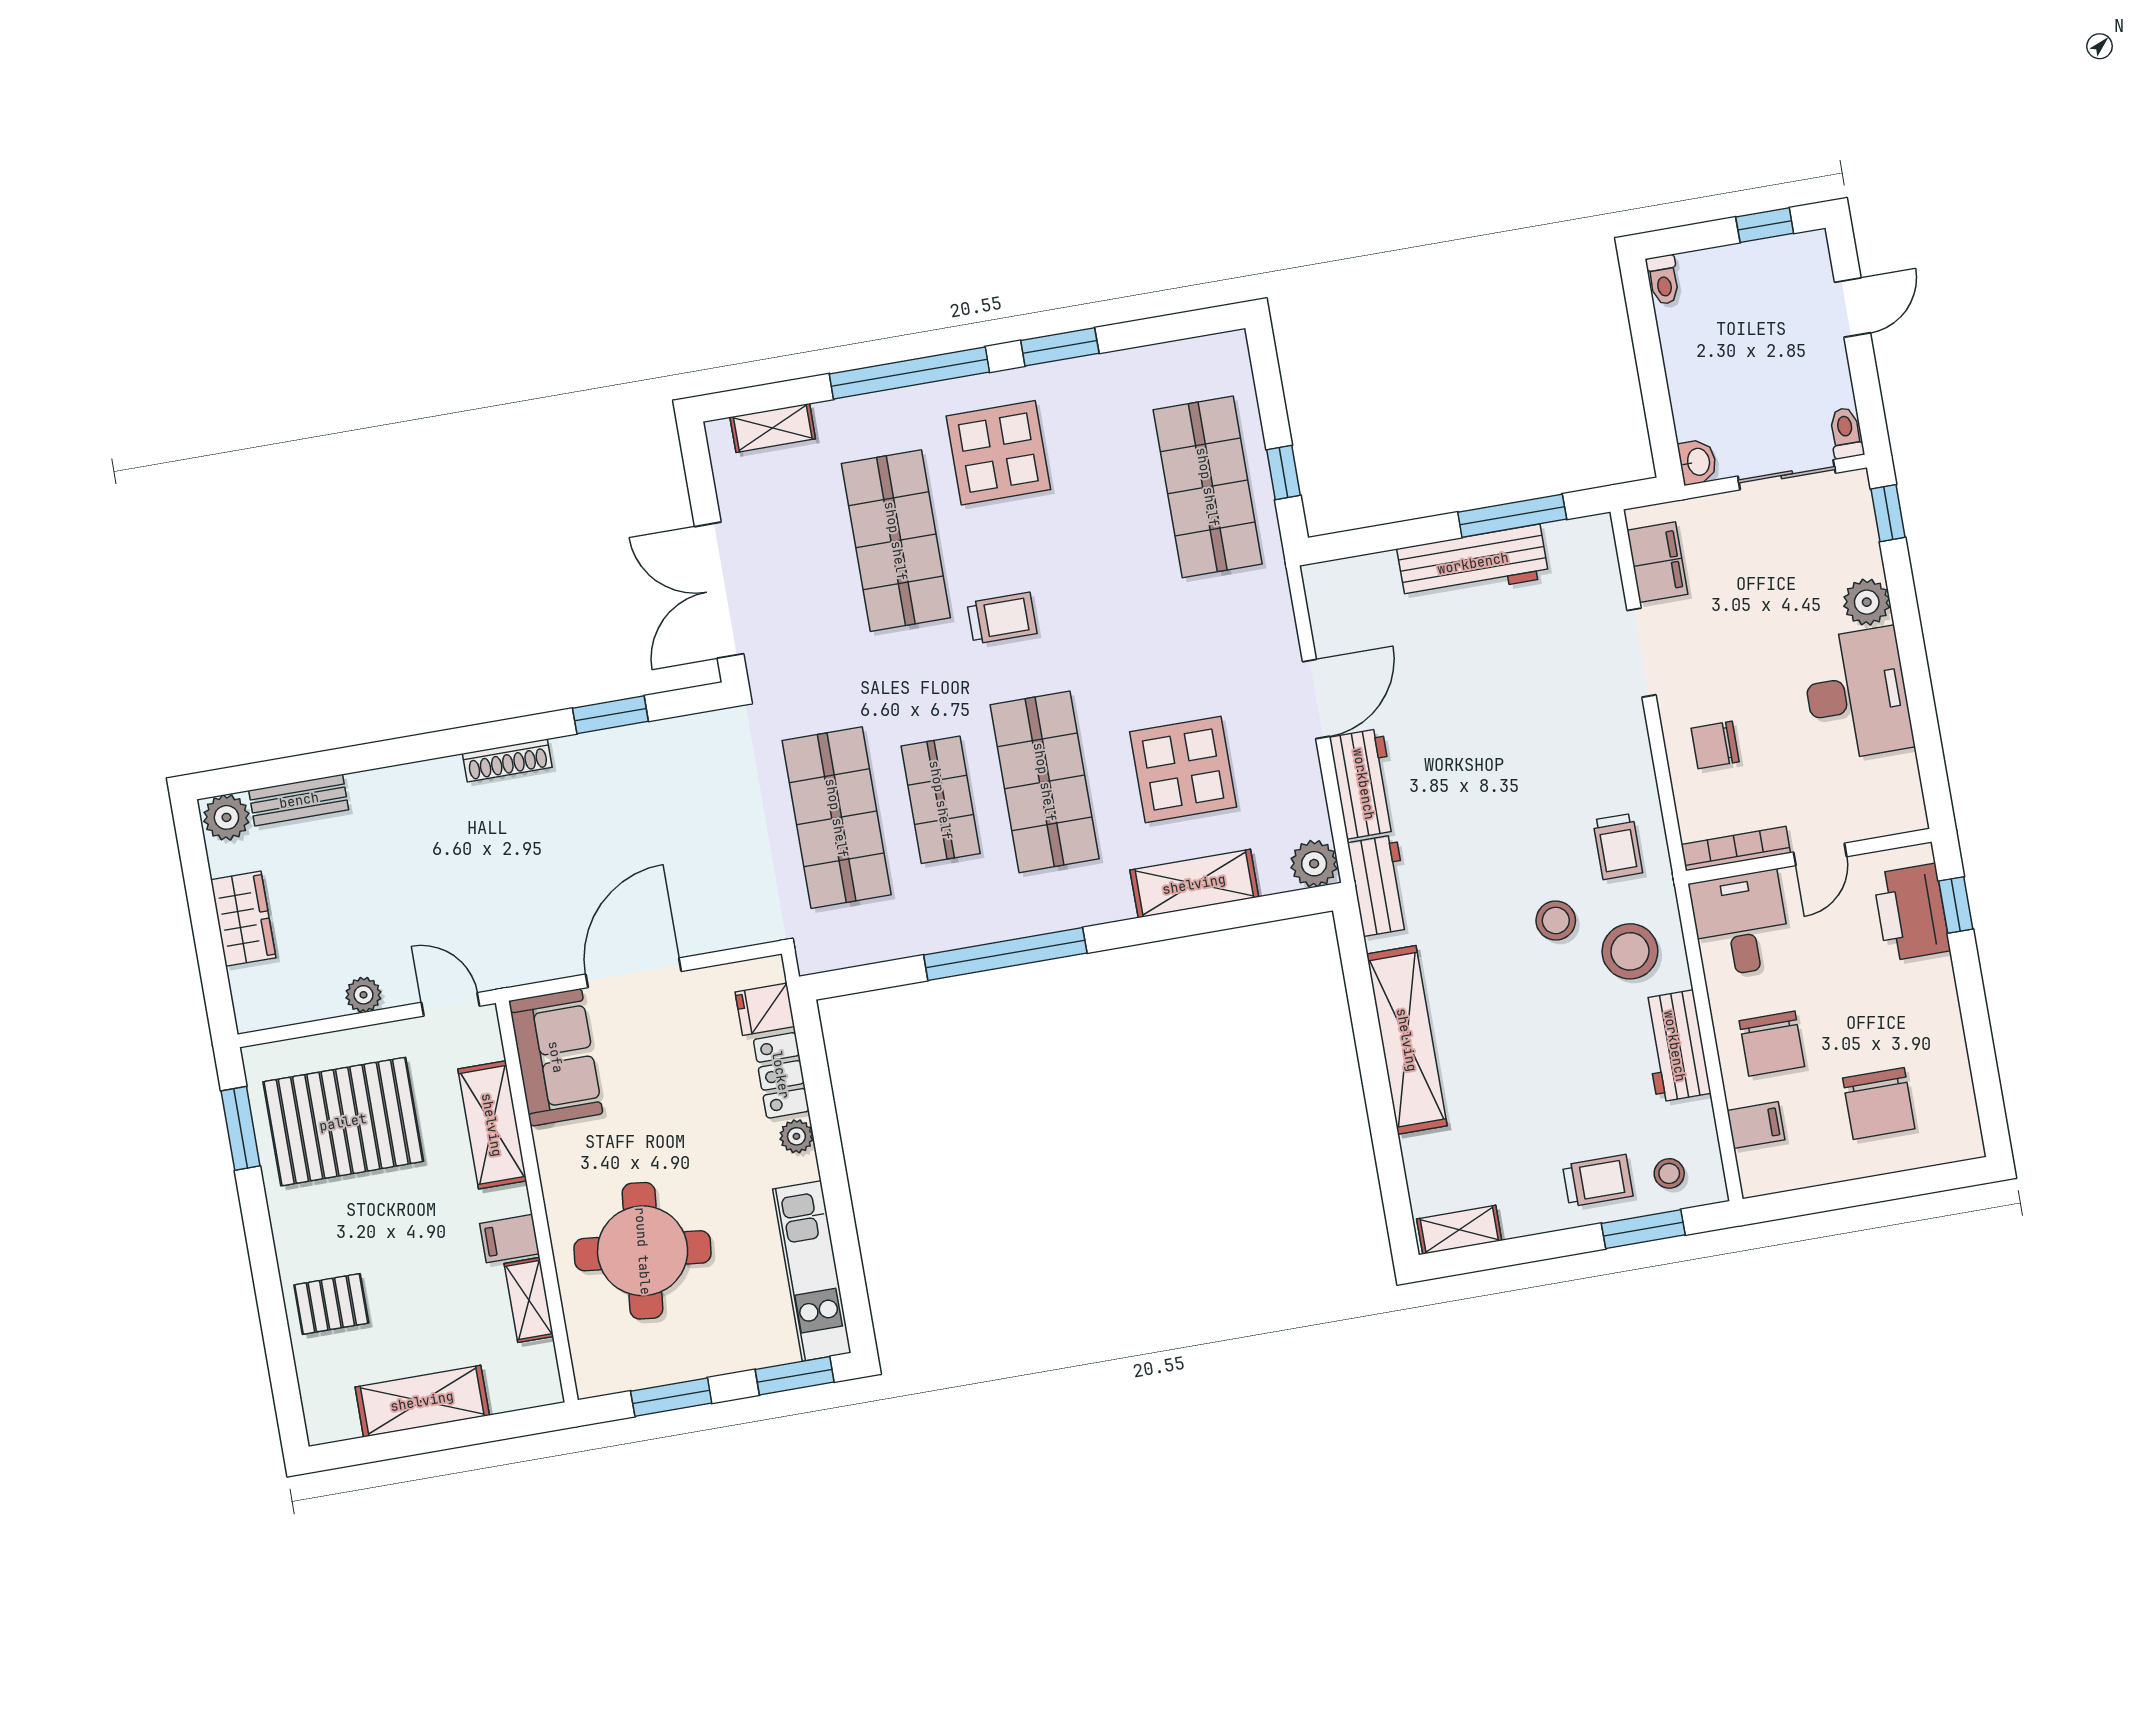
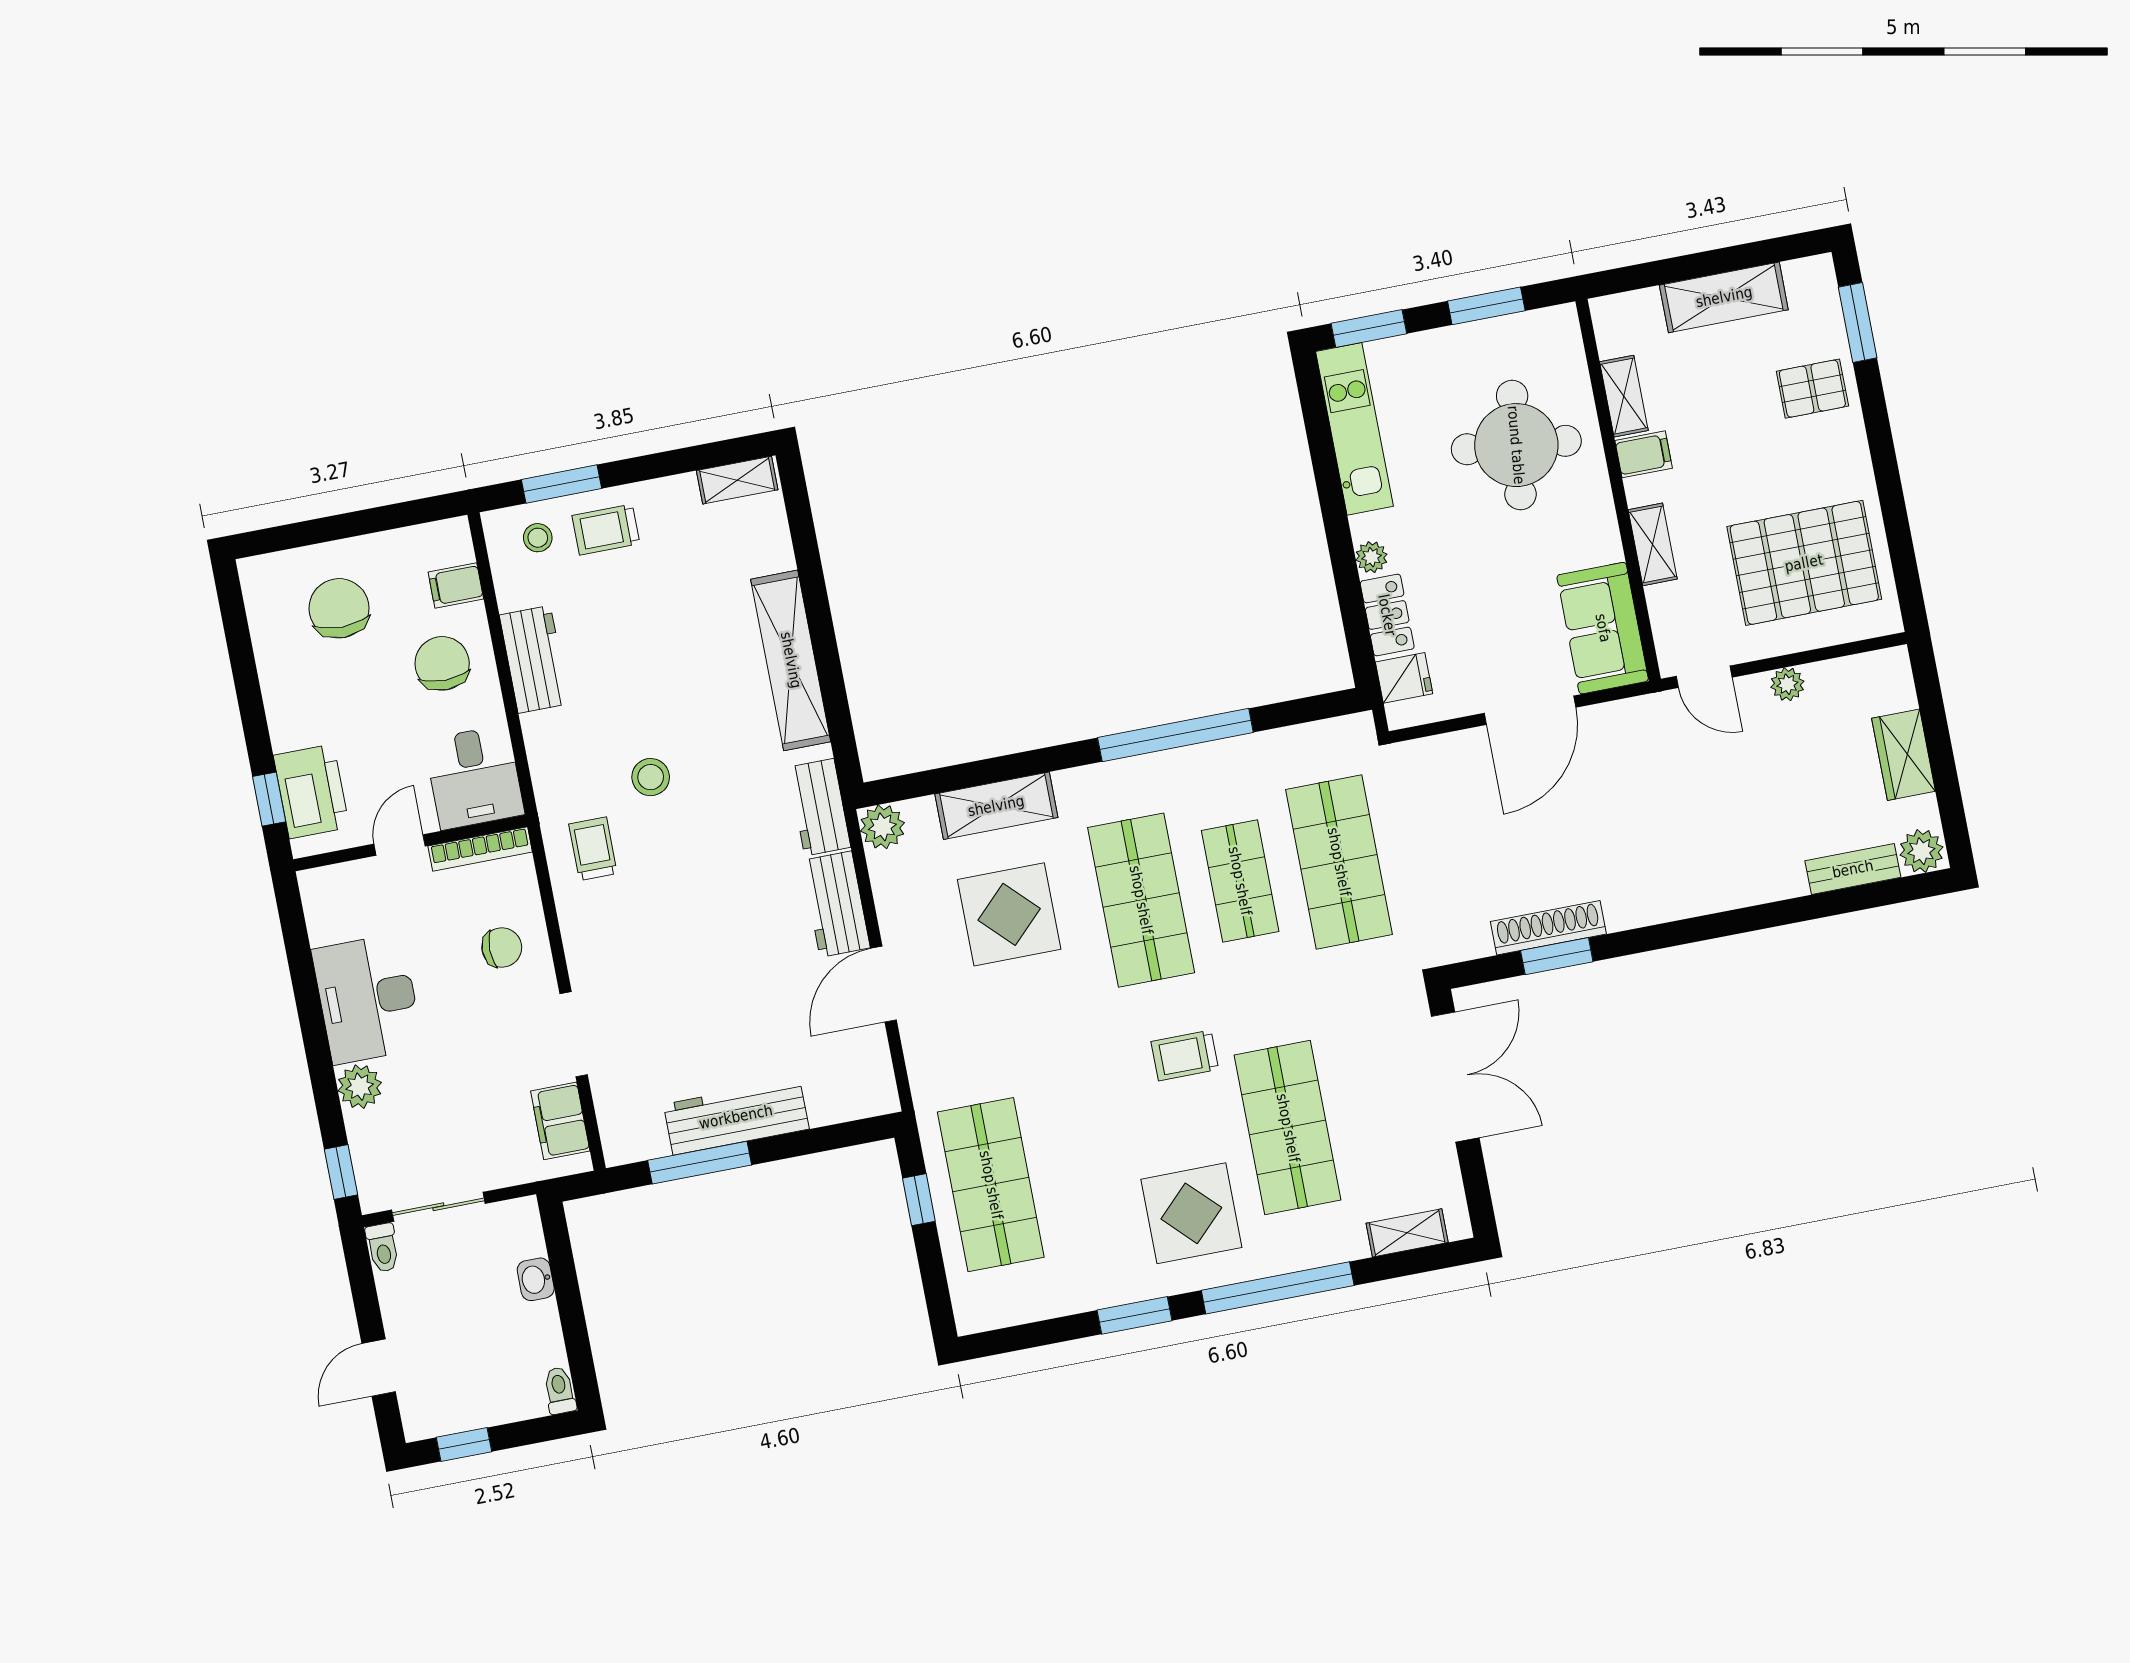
washbasin: (1698, 462) -> (536, 1279), moved
shoe rack: (507, 760) -> (1548, 928), moved, width x1.36, depth x1.24
stool: (1630, 951) -> (579, 749), removed
shelving: (492, 1125) -> (1653, 544), width x0.67, depth x0.75
window: (241, 1128) -> (1858, 323), moved

